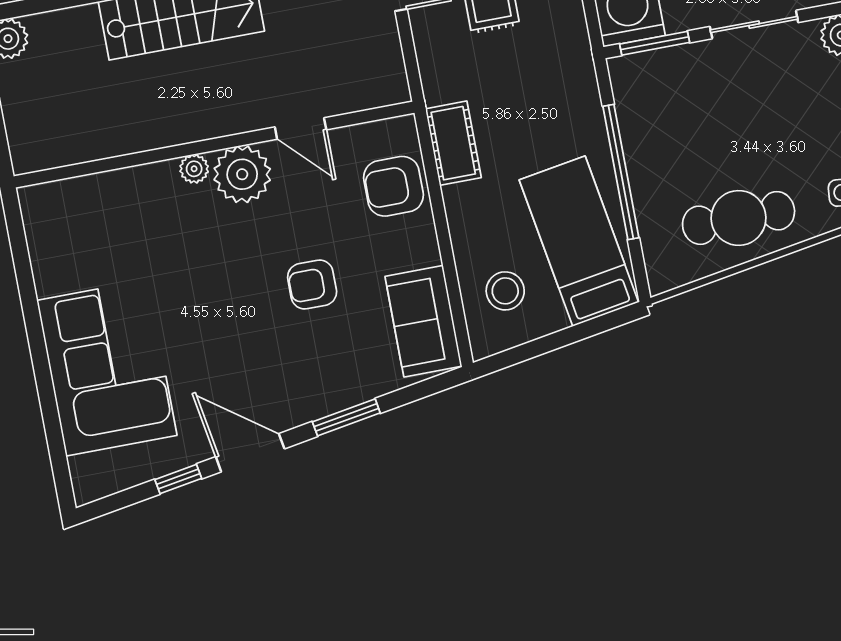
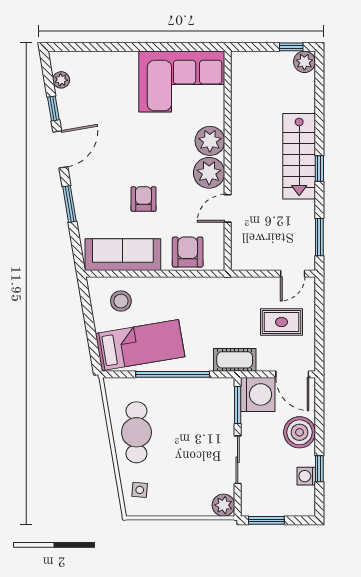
cot: (453, 143) -> (235, 360), moved
plant: (194, 169) -> (210, 141), width x1.88, depth x1.88
sofa: (423, 321) -> (123, 255), width x1.36
corner sofa: (107, 368) -> (182, 82), moved
plant: (124, 475) -> (61, 80), added

